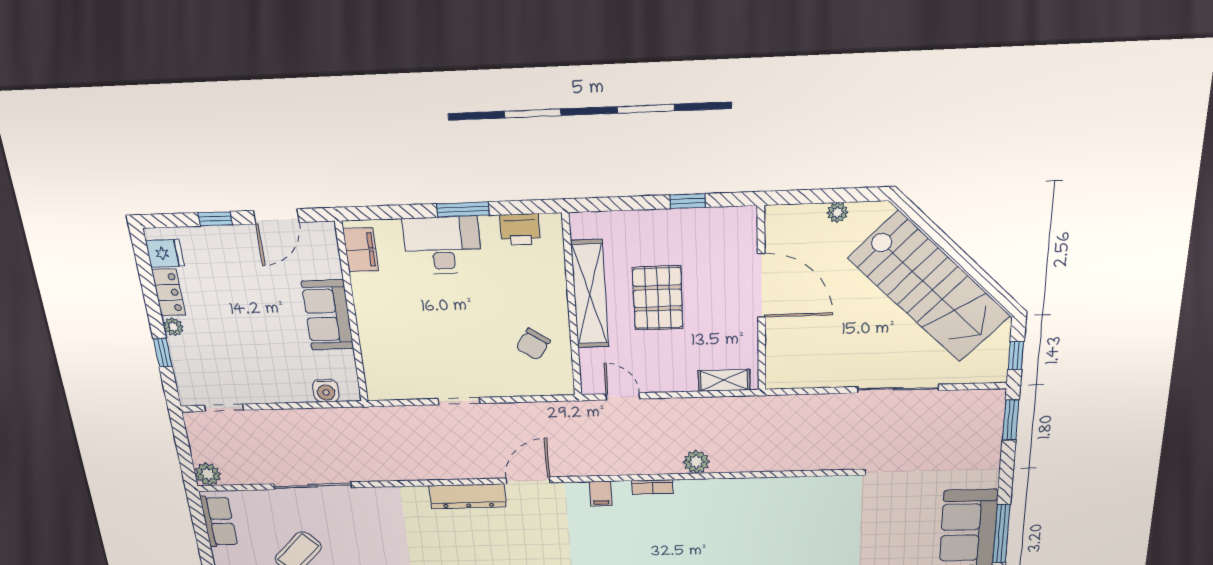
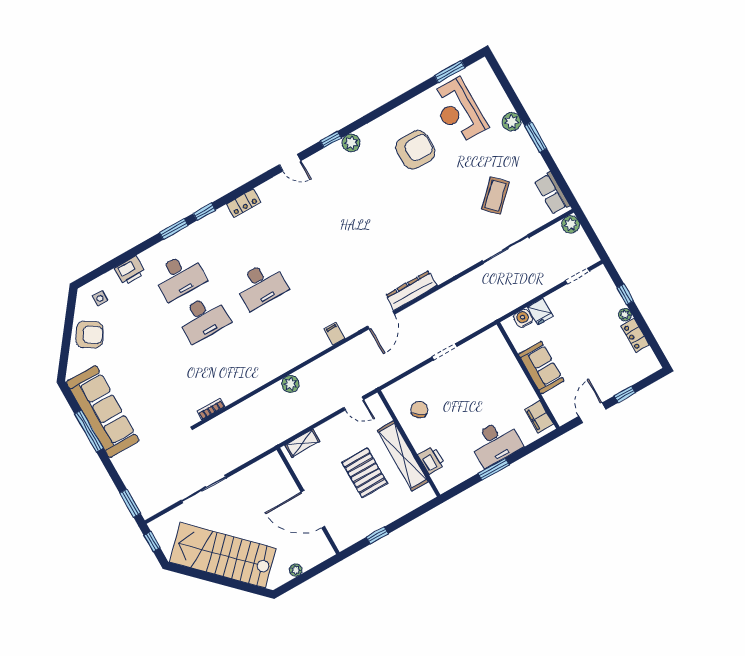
printer: (520, 229) -> (431, 460), moved, turned 90
fridge: (165, 253) -> (540, 311), moved, turned -90
bookcase: (652, 487) -> (211, 409), moved

